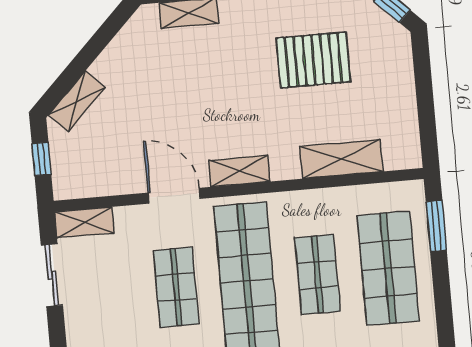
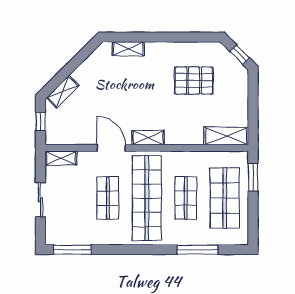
shelving: (341, 159) -> (226, 136), moved
sliding door: (52, 275) -> (40, 200), moved

